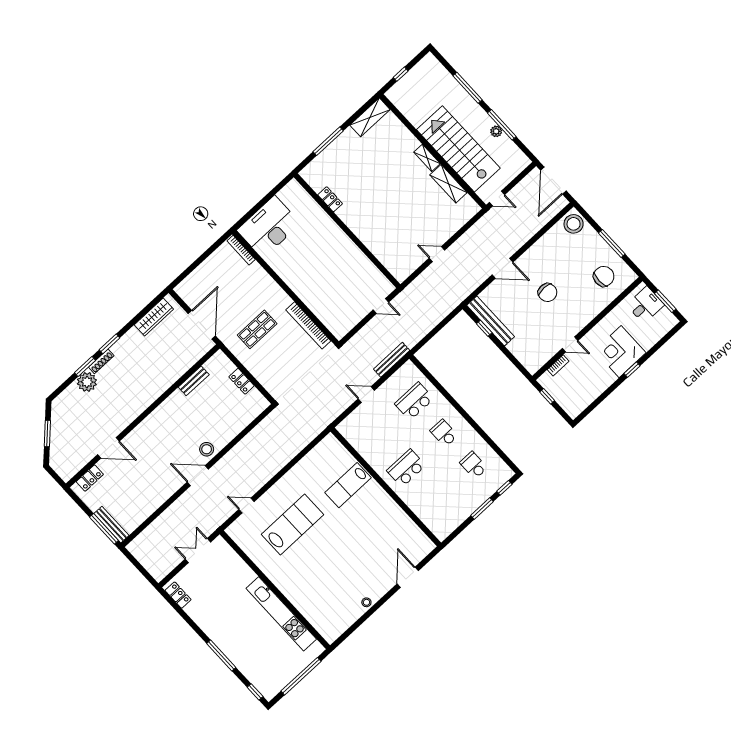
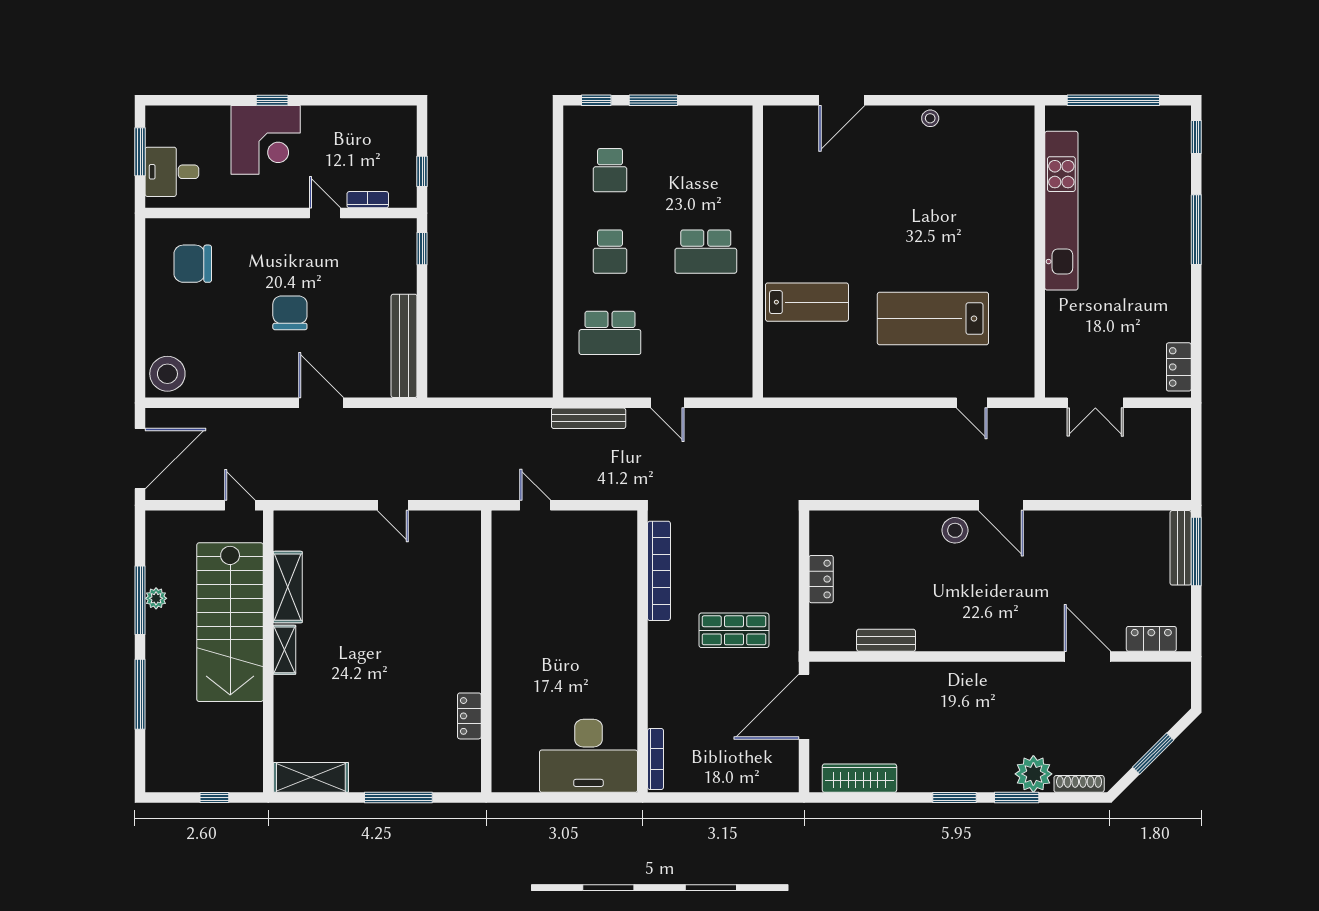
window: (612, 243) -> (140, 299), removed
window: (484, 328) -> (422, 249), moved
shoe rack: (101, 361) -> (1079, 784), moved

